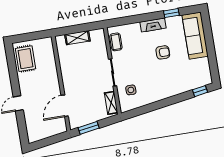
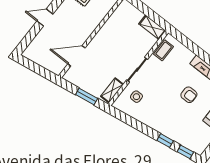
shelving: (77, 38) -> (152, 27), moved
window: (179, 98) -> (165, 141), added
window: (89, 128) -> (87, 96), moved

